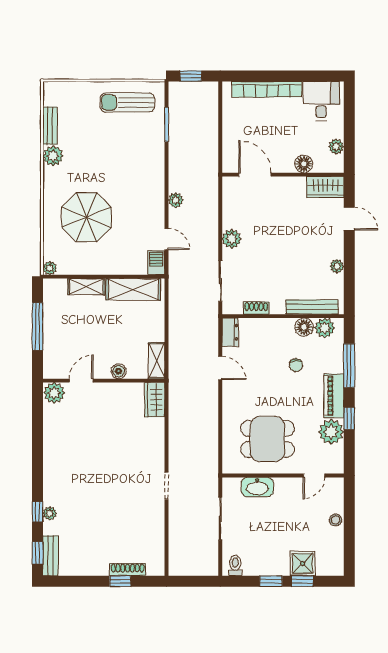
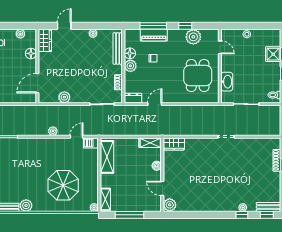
plant: (232, 239) -> (64, 97), moved
shelving: (86, 287) -> (105, 199), moved
plant: (325, 328) -> (130, 66), moved
piano: (334, 396) -> (154, 35), moved

